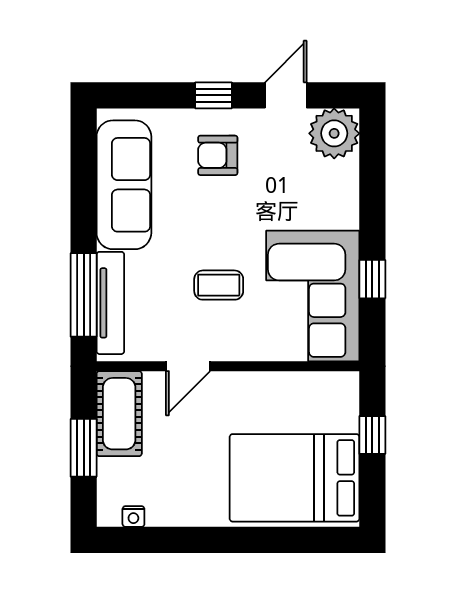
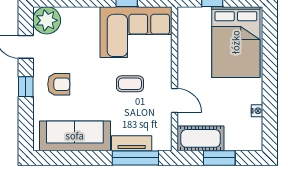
armchair: (218, 155) -> (59, 84), turned -90
coffee table: (219, 285) -> (130, 84), turned 90
tv unit: (110, 303) -> (132, 143), width x0.71
nightstand: (133, 516) -> (257, 111), moved

